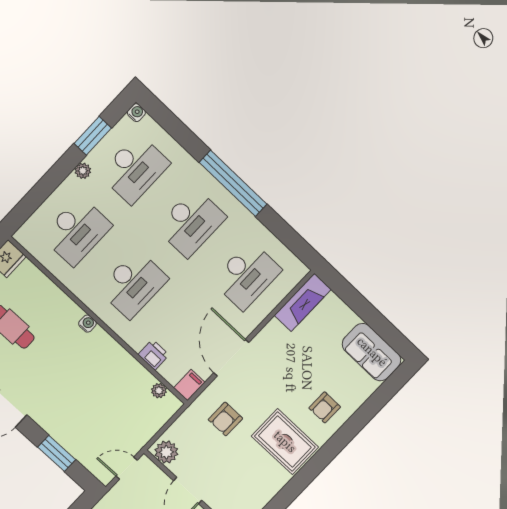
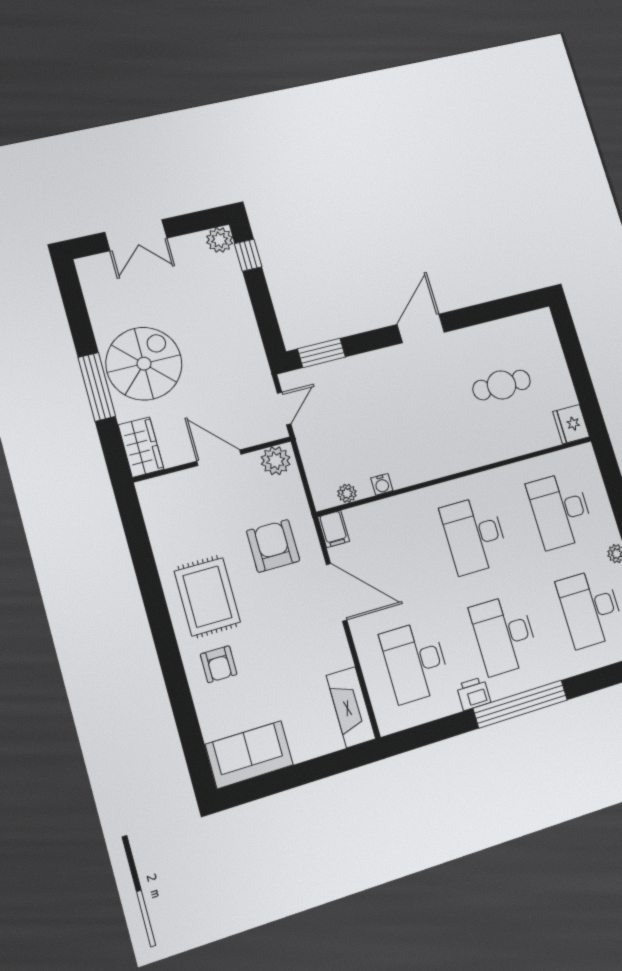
water cooler: (87, 324) -> (382, 484), moved
printer: (154, 355) -> (474, 694), moved, turned 180
armchair: (325, 407) -> (219, 664), turned 180
armchair: (225, 419) -> (273, 546), width x1.38, depth x1.38
rug: (285, 442) -> (207, 597), turned 90
window: (57, 453) -> (322, 353), moved

